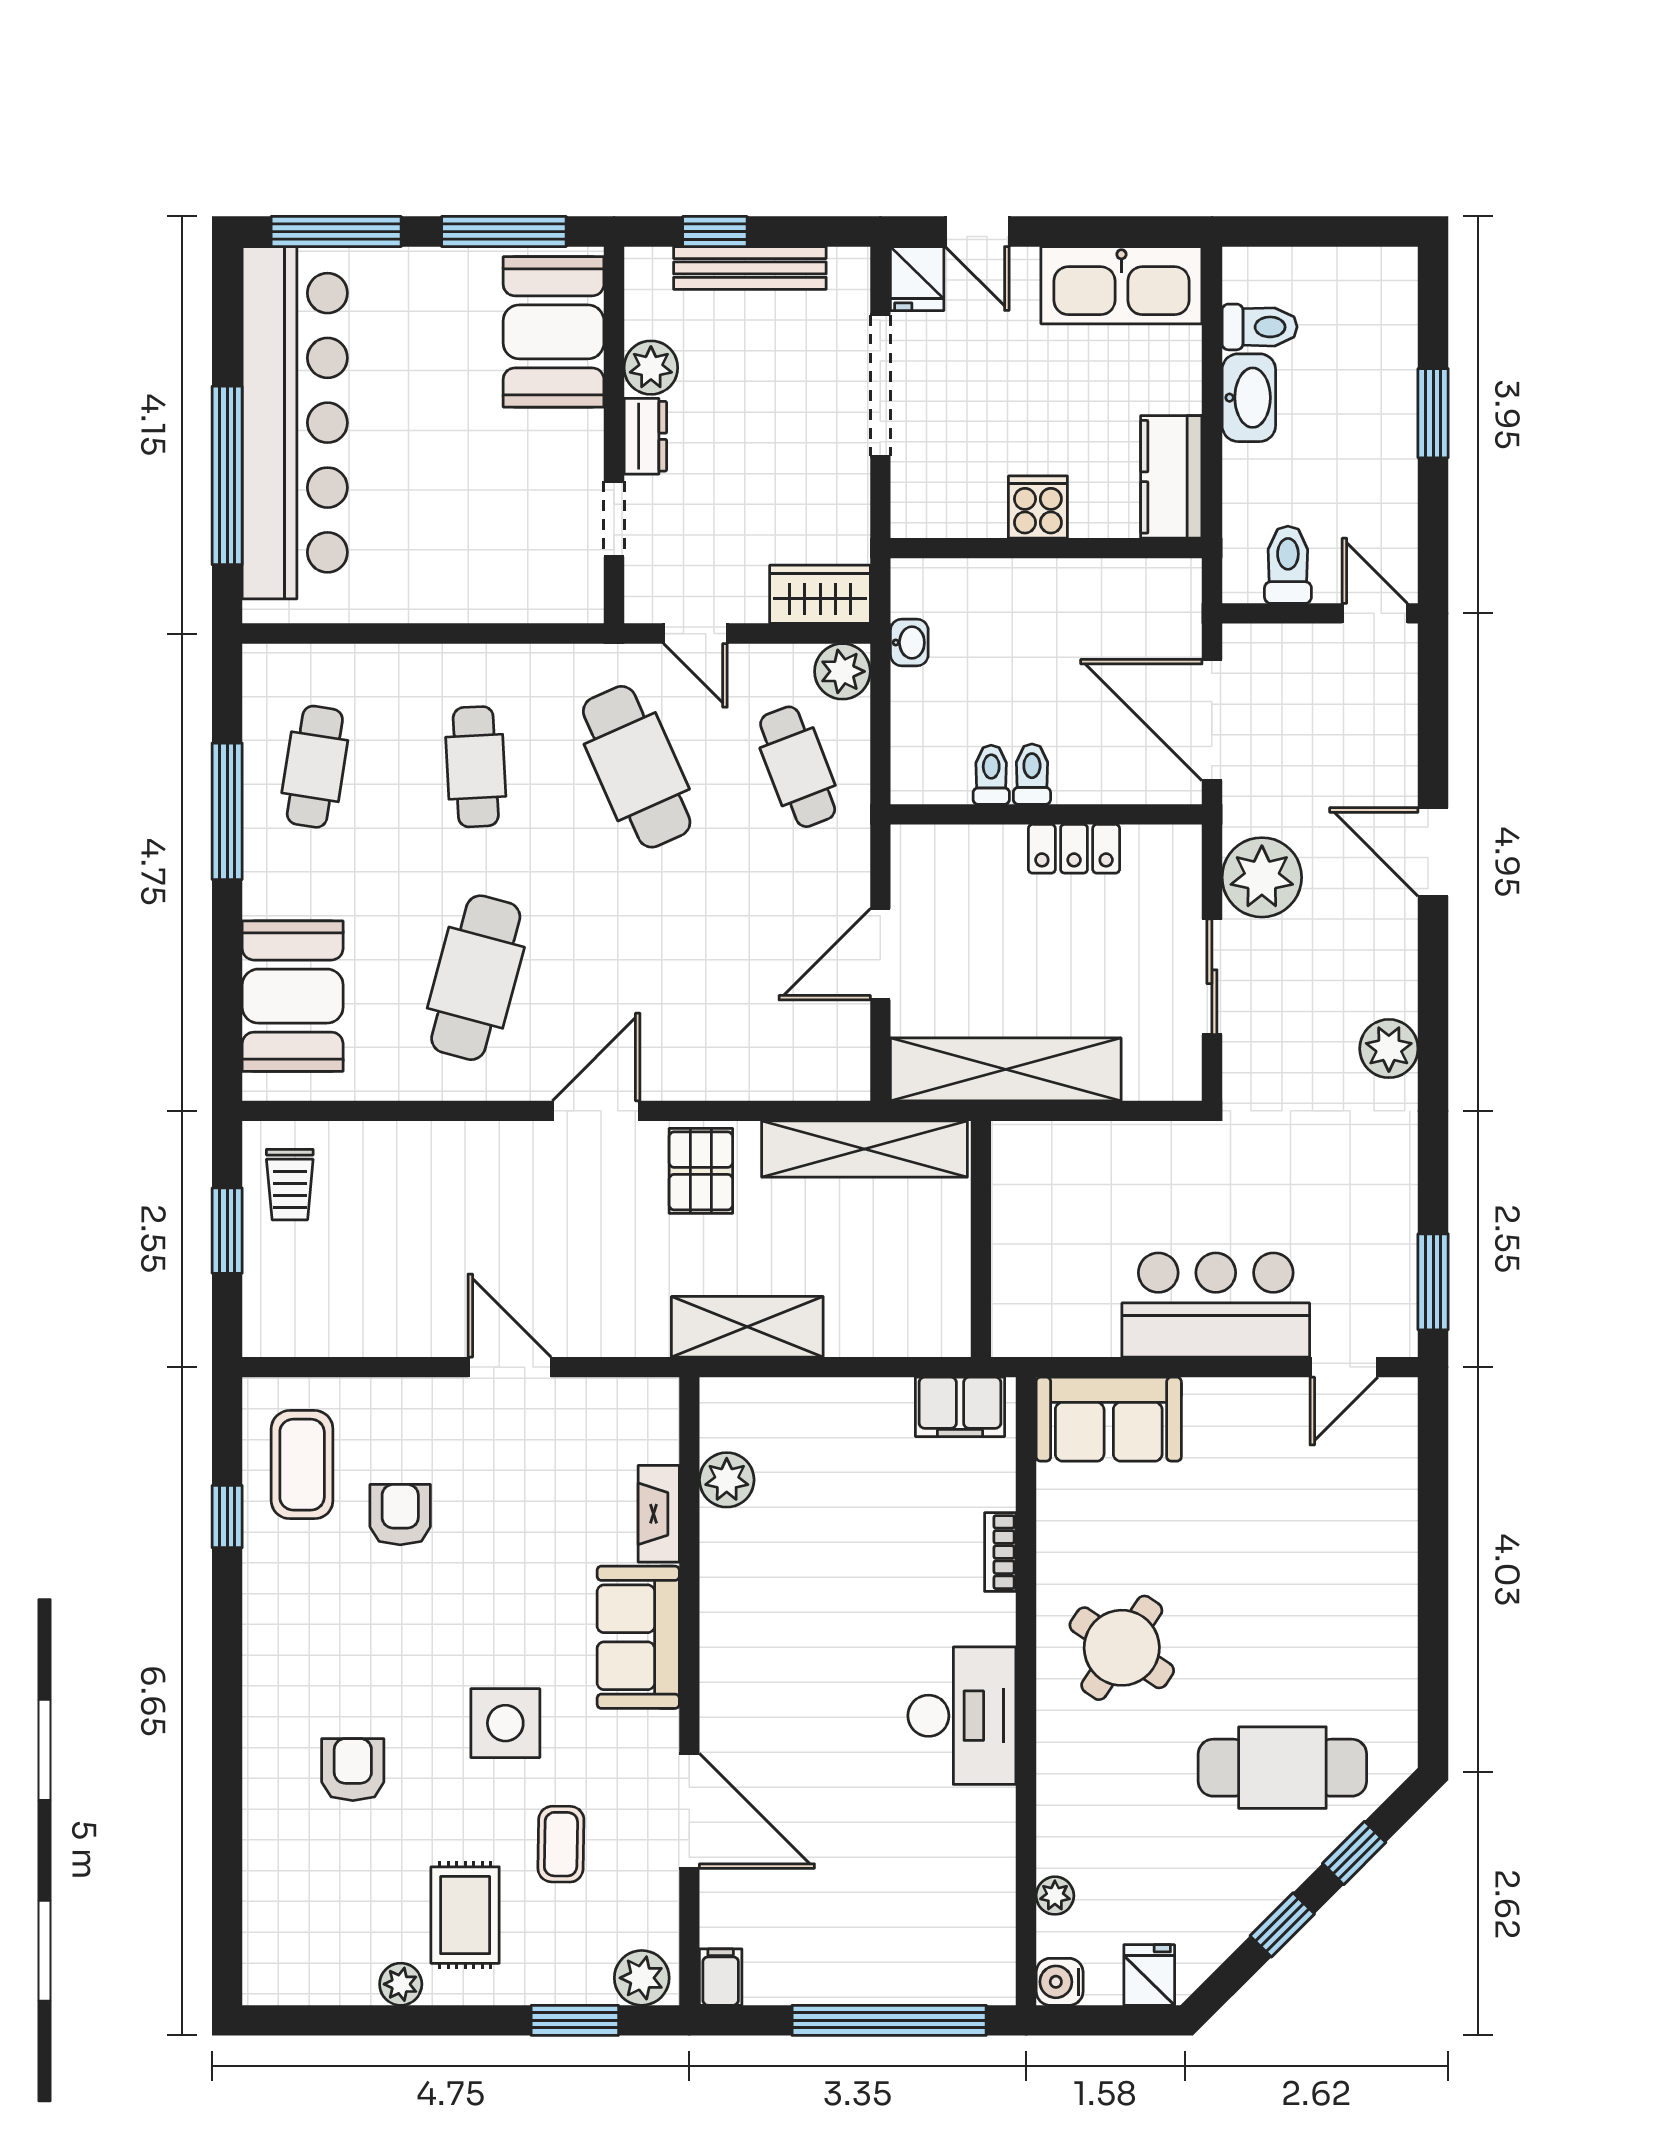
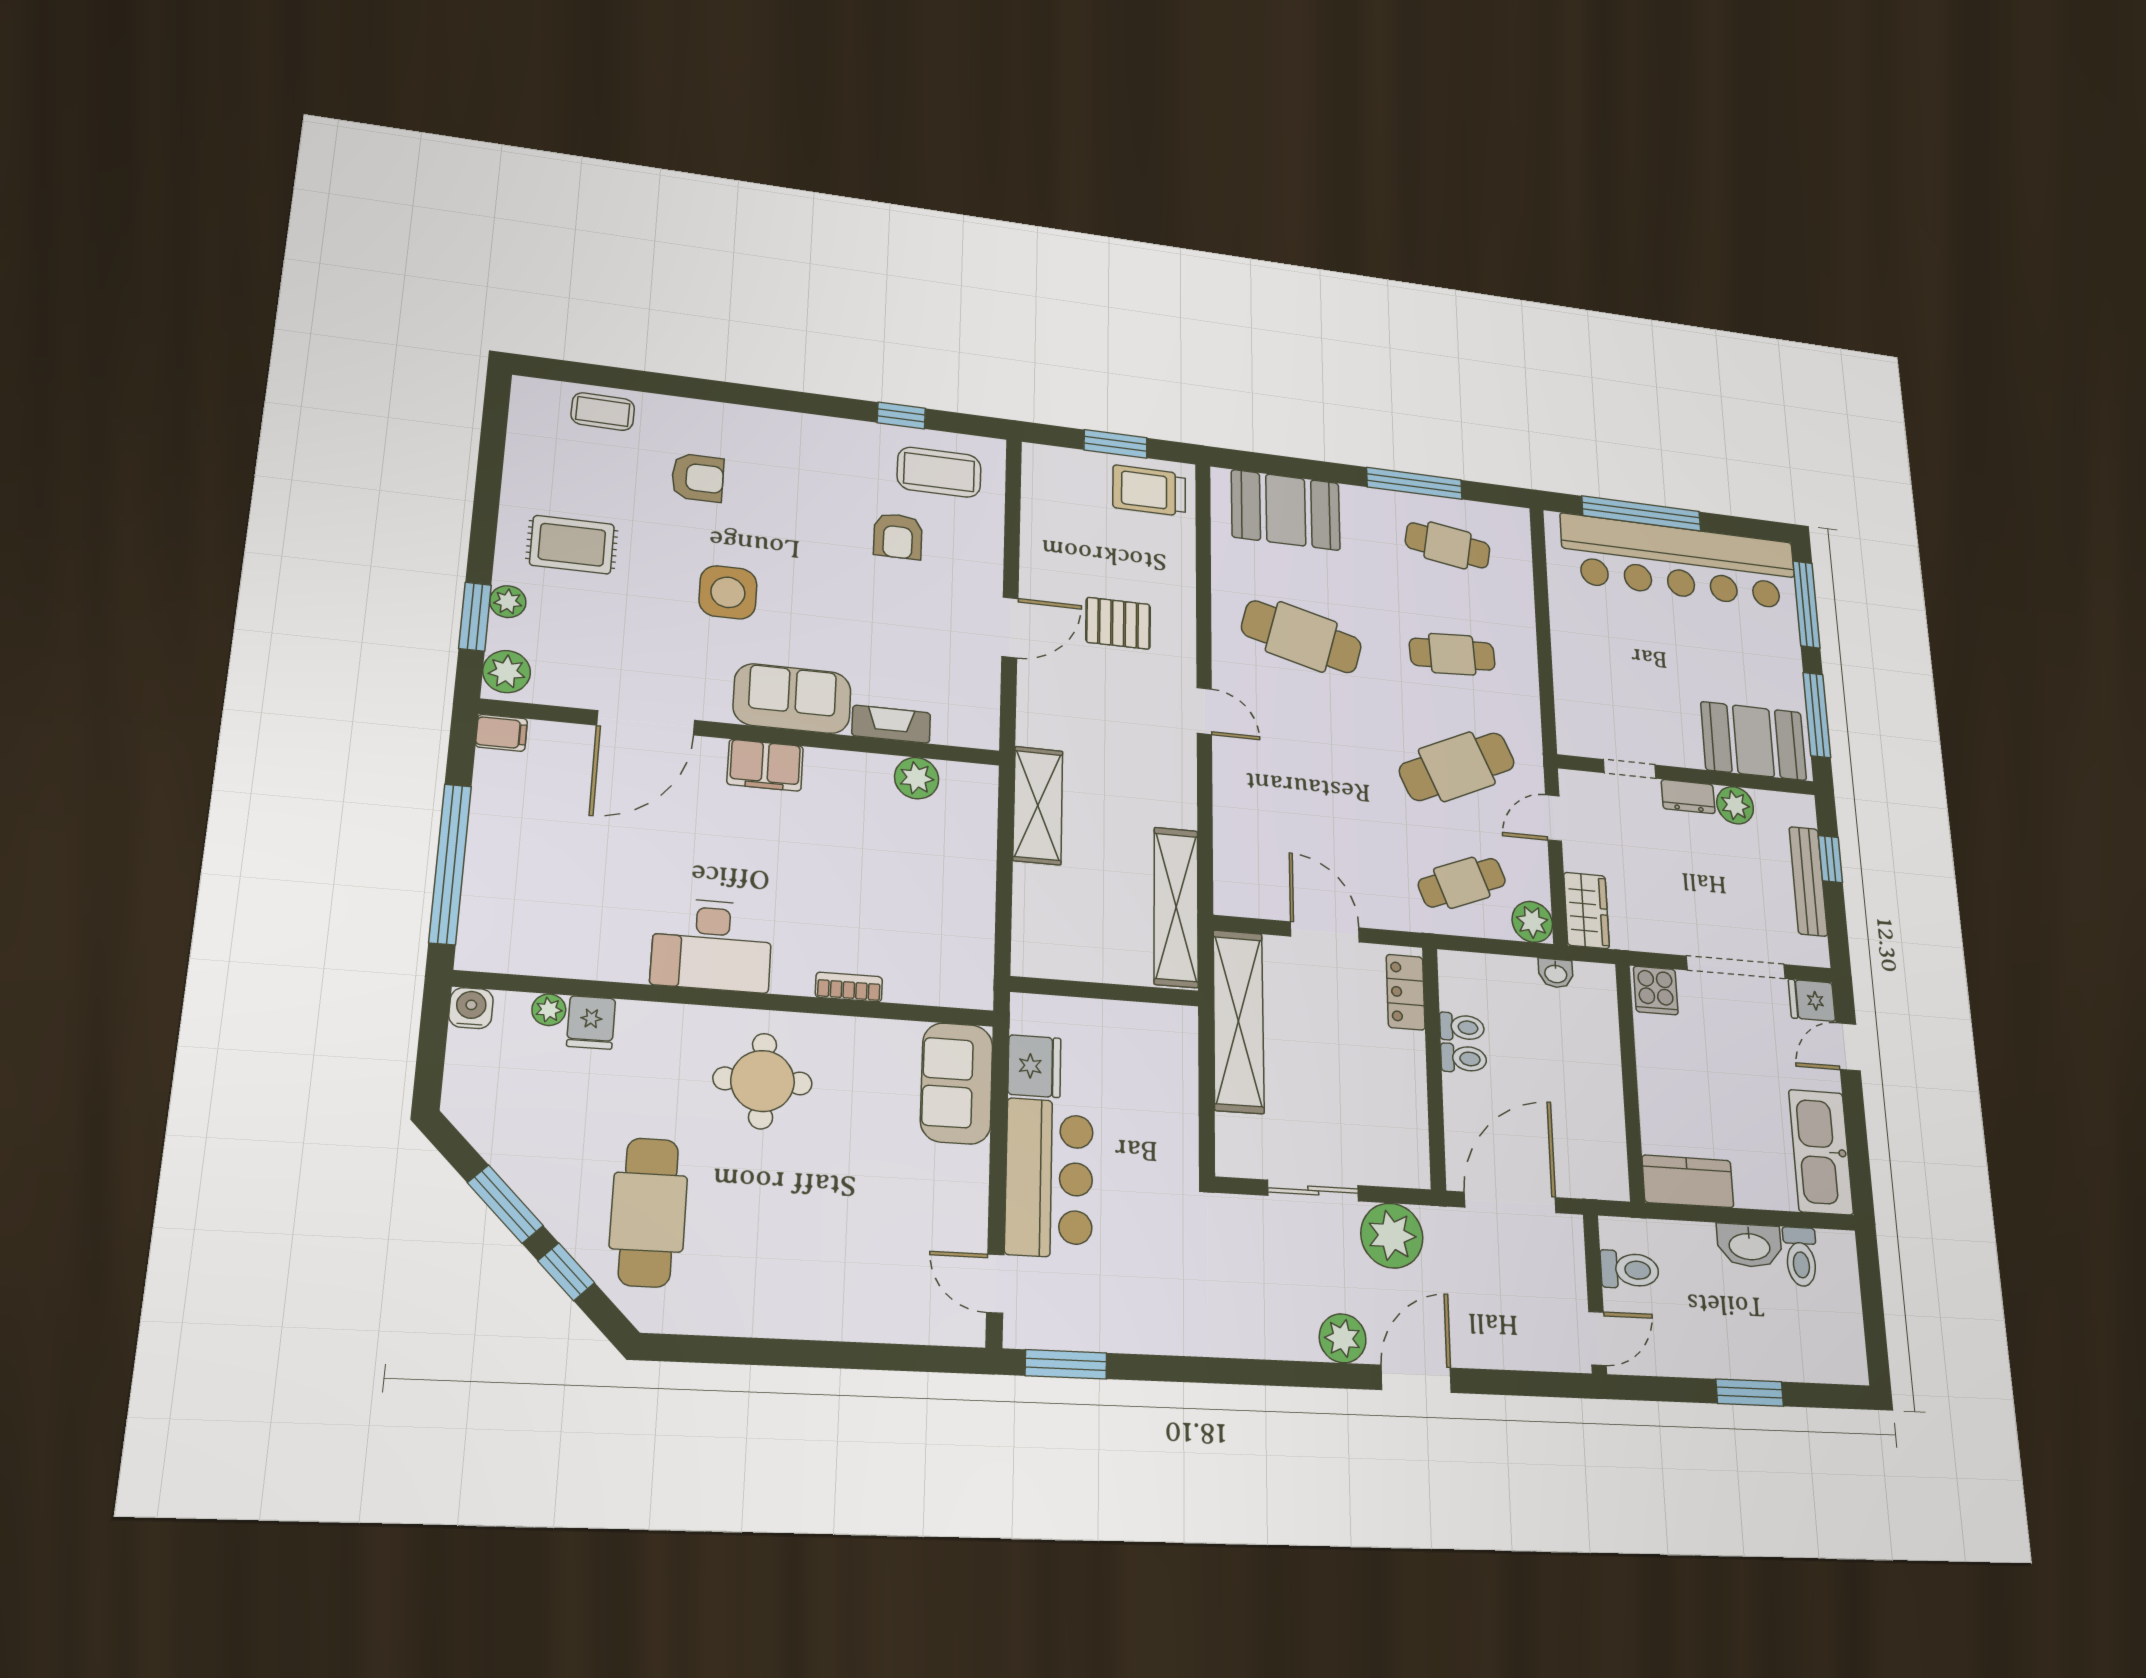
cooker: (1038, 507) -> (1656, 990), moved, turned 90
locker: (1074, 849) -> (1406, 992), moved
plant: (1389, 1049) -> (1343, 1338), moved
door: (596, 1111) -> (1204, 711), width x0.73
pallet: (701, 1171) -> (1118, 623), moved
trolley: (290, 1185) -> (1149, 491), width x1.36, depth x1.39
fridge: (1081, 1325) -> (1034, 1066), added
filing cabinet: (960, 1407) -> (765, 765), moved, turned -90
armchair: (400, 1515) -> (898, 536), turned 90
round table: (1122, 1648) -> (763, 1081), turned -34
coffee table: (561, 1844) -> (603, 412), moved
window: (1282, 1925) -> (505, 1204), width x1.50
fridge: (1149, 1975) -> (591, 1022), moved, turned 90
plant: (401, 1984) -> (508, 602), moved

